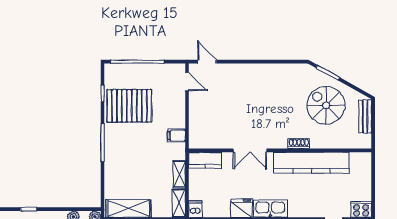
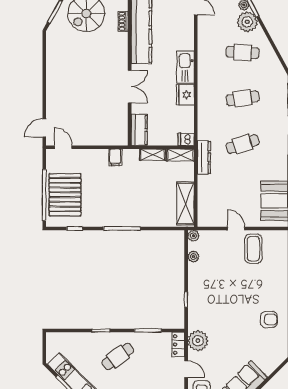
door: (187, 82) -> (63, 147), hinge flipped
pallet: (129, 106) -> (65, 195), moved
shoe rack: (299, 144) -> (123, 21), moved

